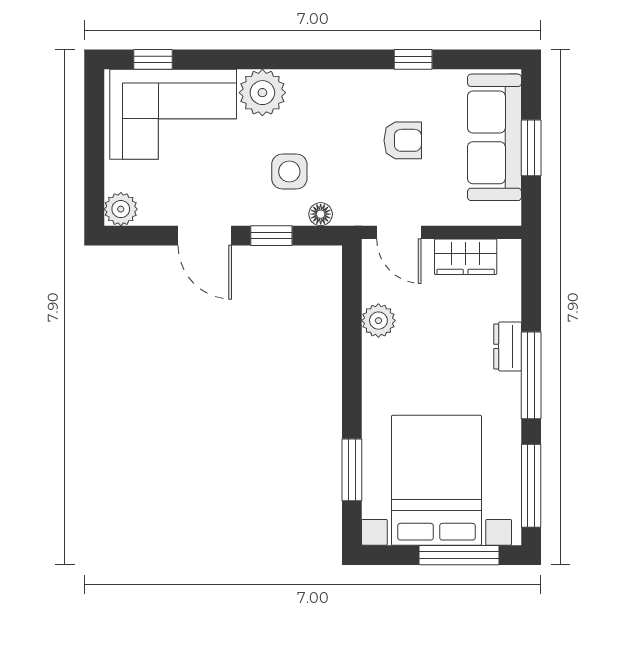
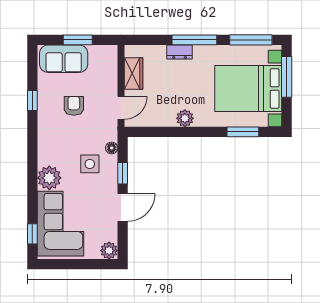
sofa: (495, 137) -> (64, 59), width x0.73
plant: (378, 321) -> (185, 118), moved

